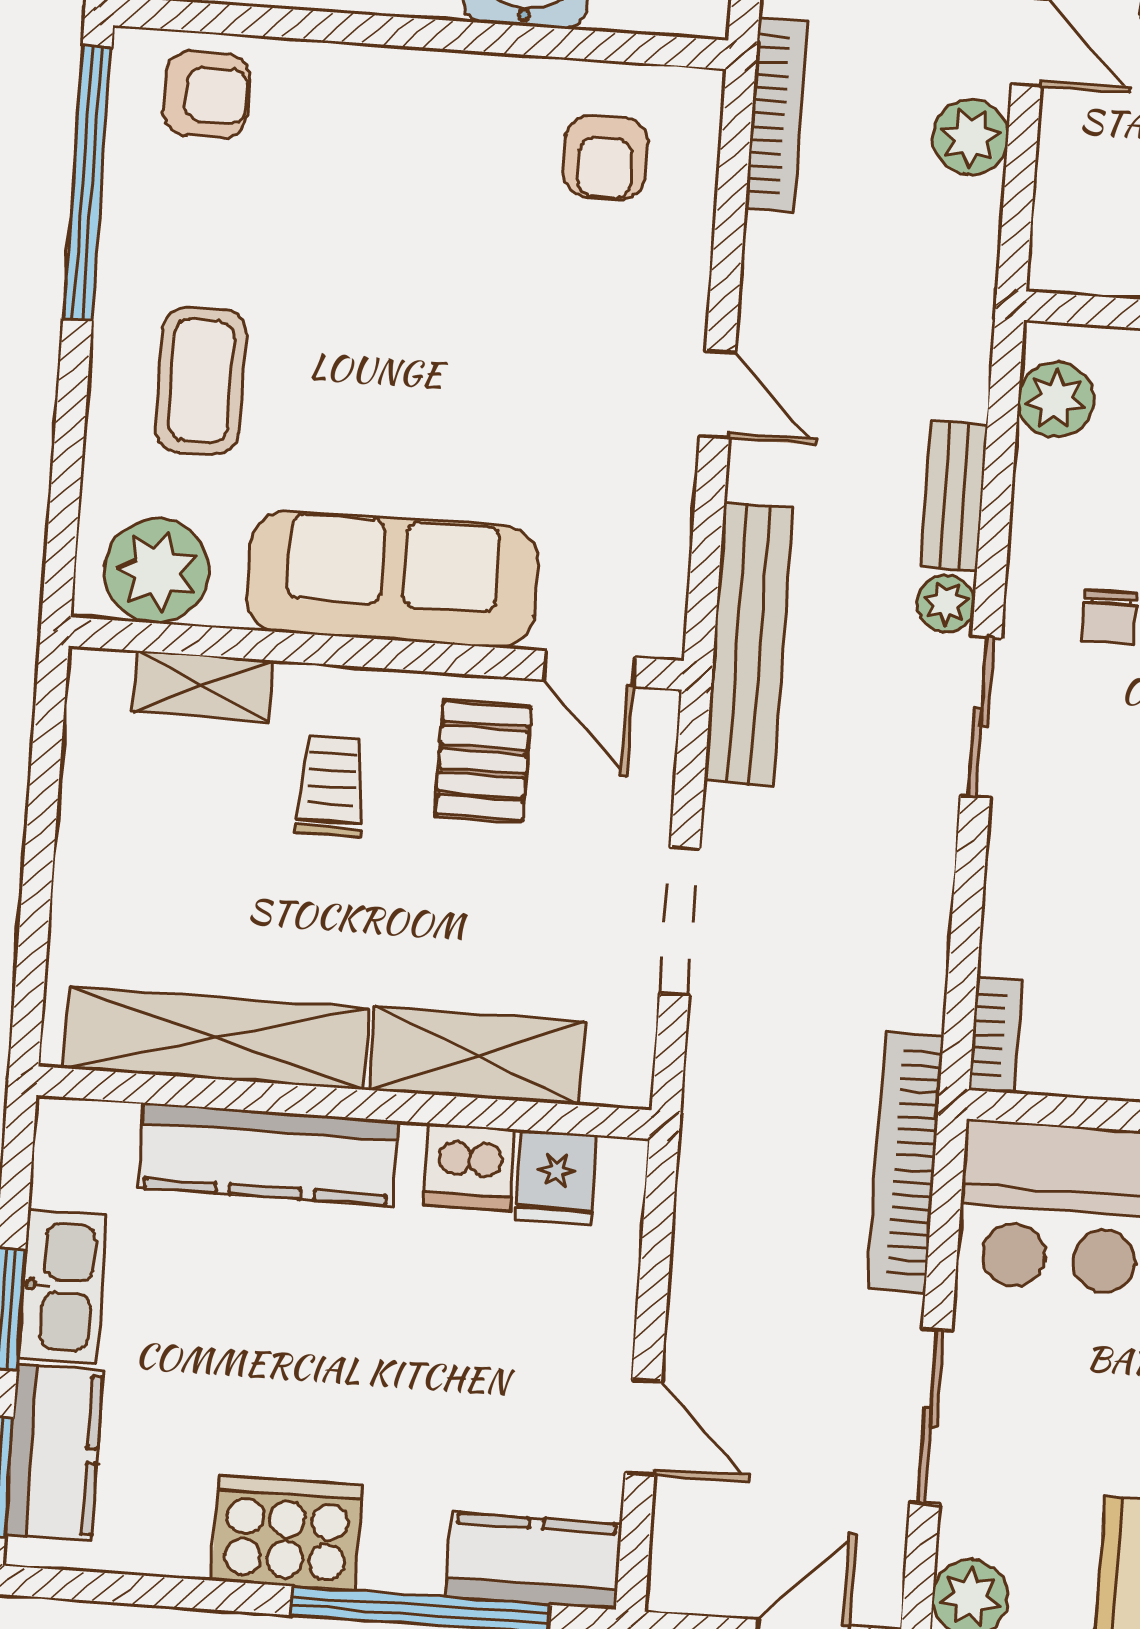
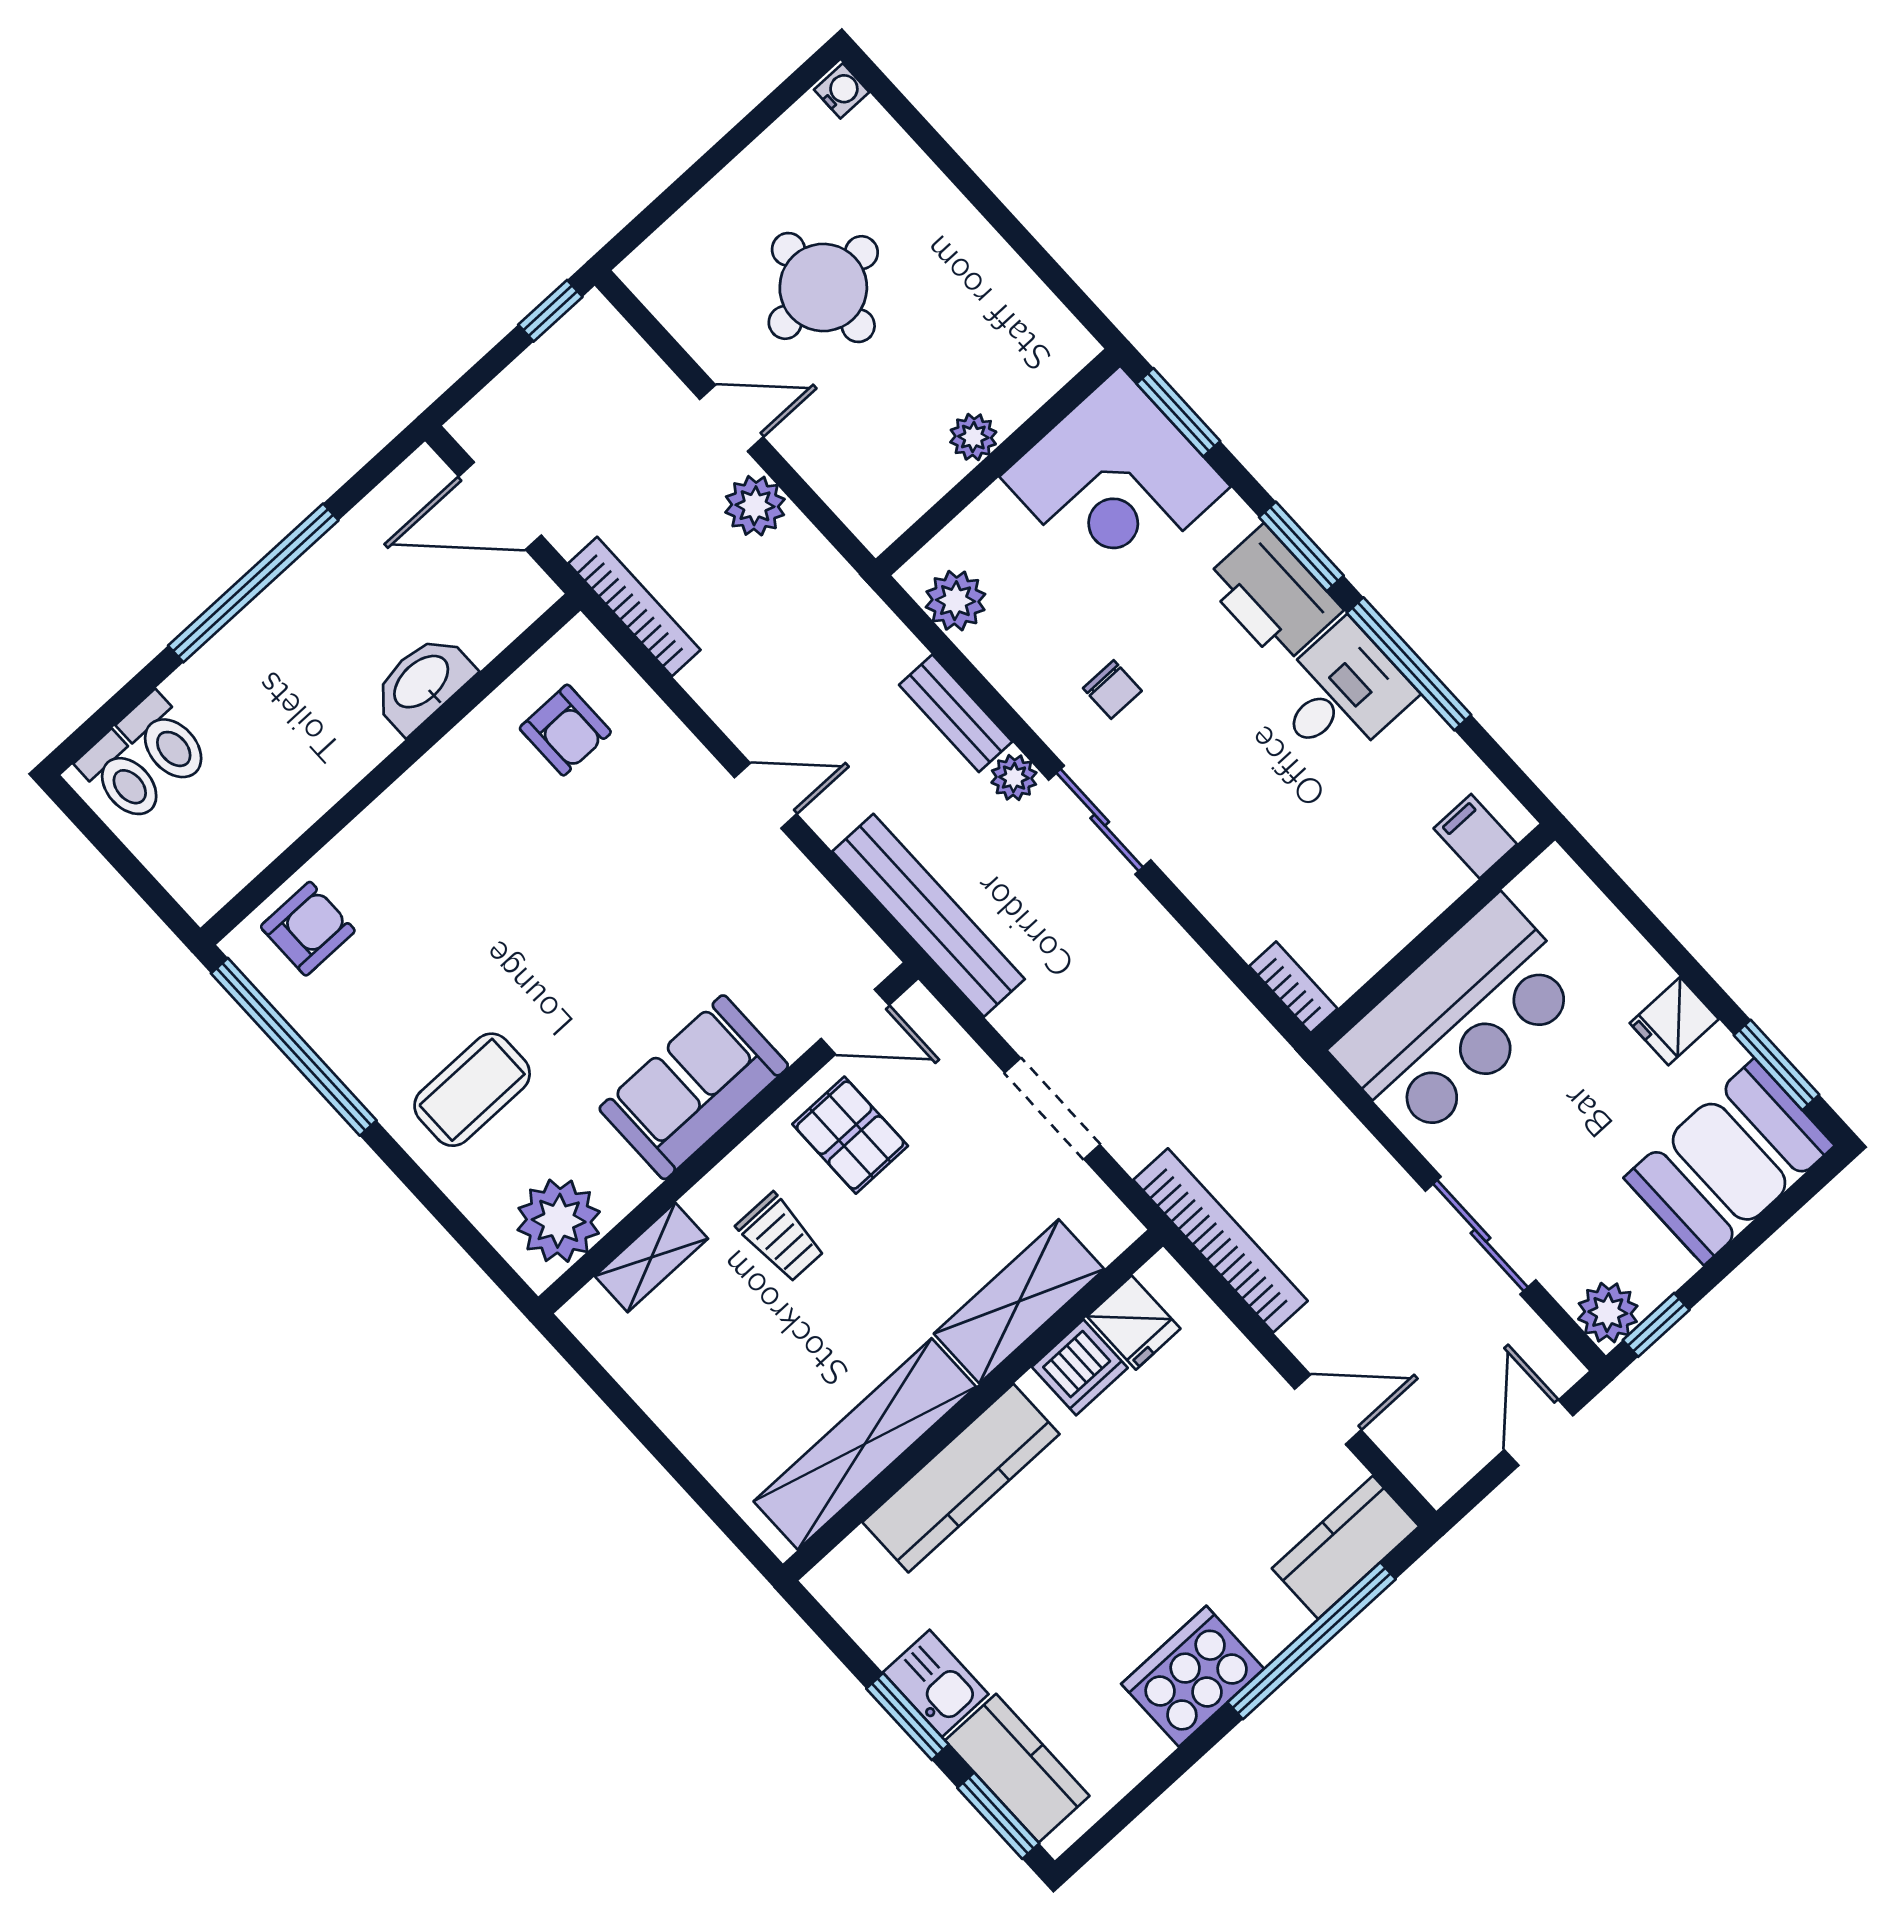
coffee table: (201, 381) -> (472, 1090), turned 90
sofa: (393, 579) -> (694, 1087), width x0.73
trolley: (331, 786) -> (781, 1238), turned 180
bookcase: (905, 1162) -> (1221, 1240), moved, turned 180
kitchen sink: (62, 1286) -> (936, 1683), width x0.73

